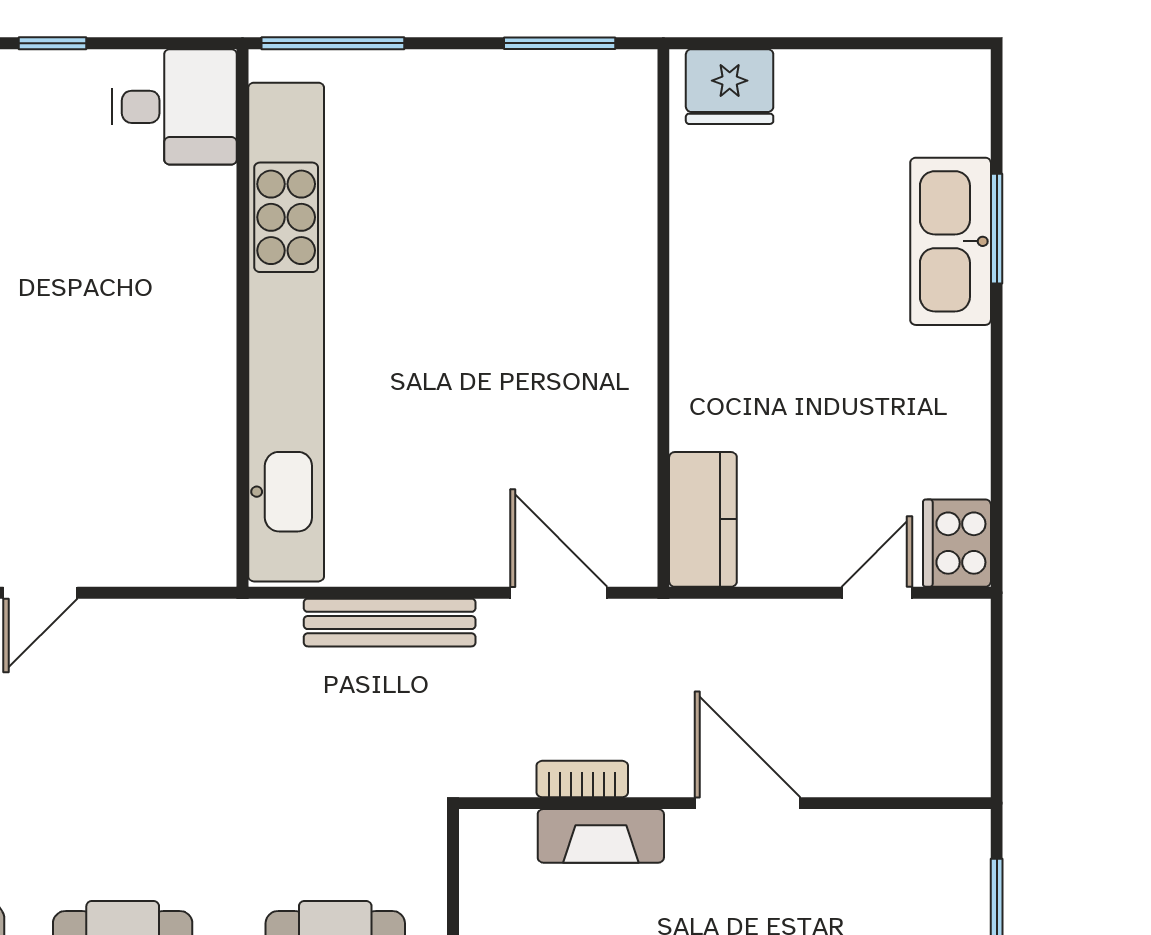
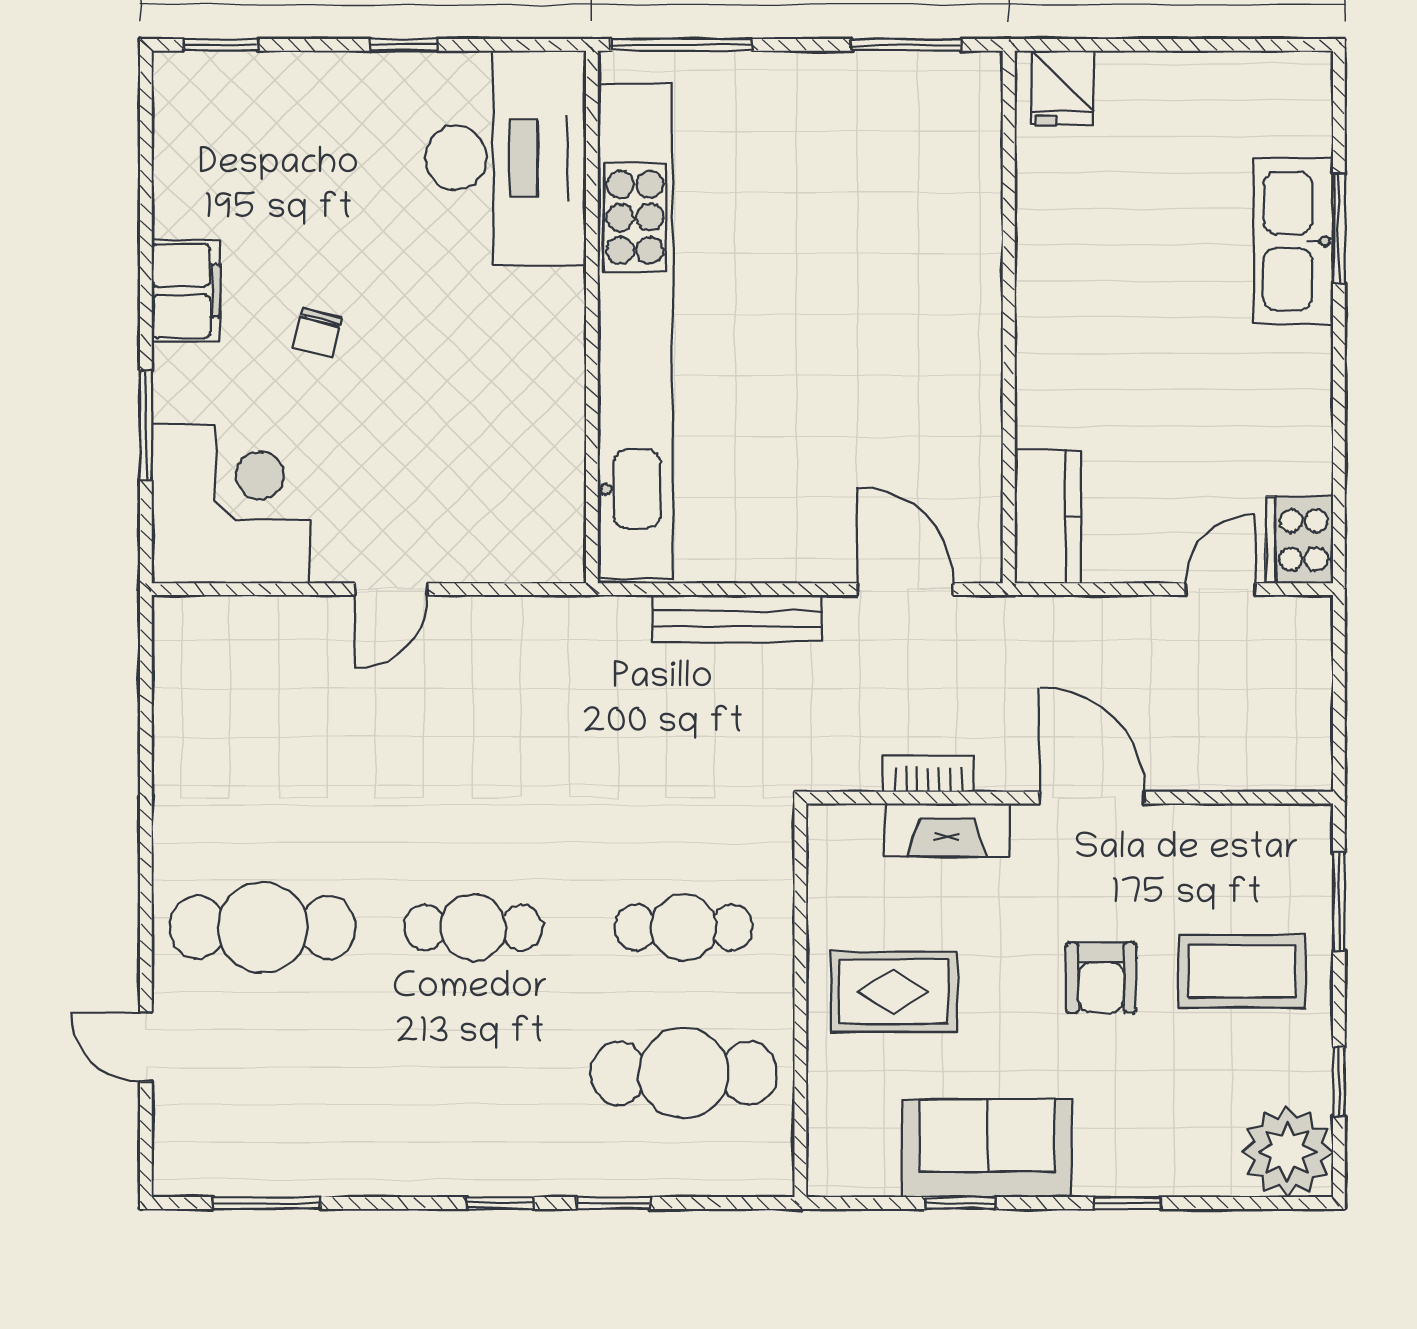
fridge: (730, 87) -> (1062, 88), width x0.72
desk: (174, 107) -> (506, 158), width x1.87, depth x1.30

